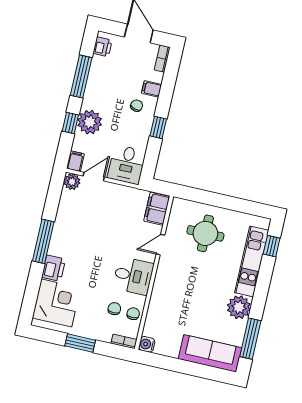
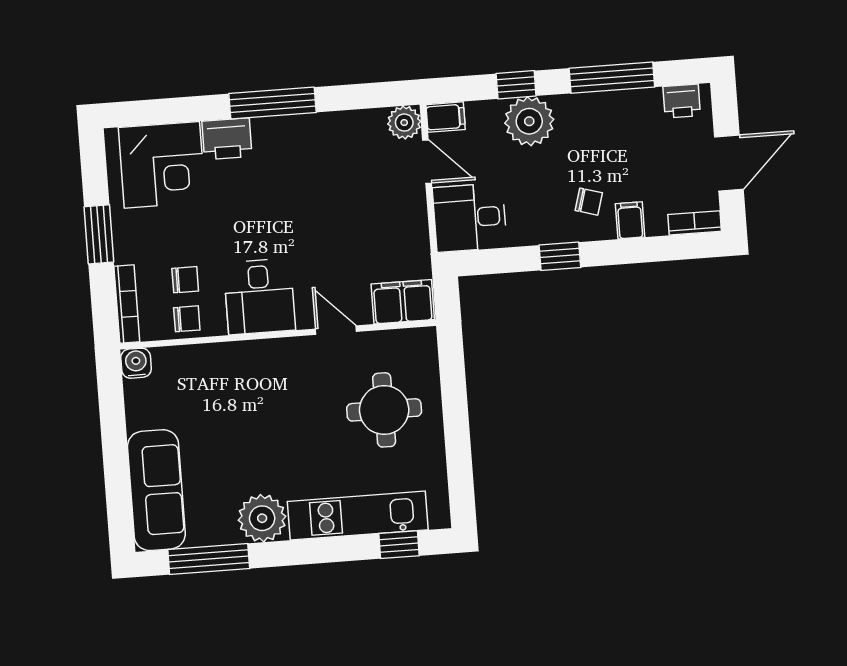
bookcase: (124, 342) -> (127, 304), width x1.56

